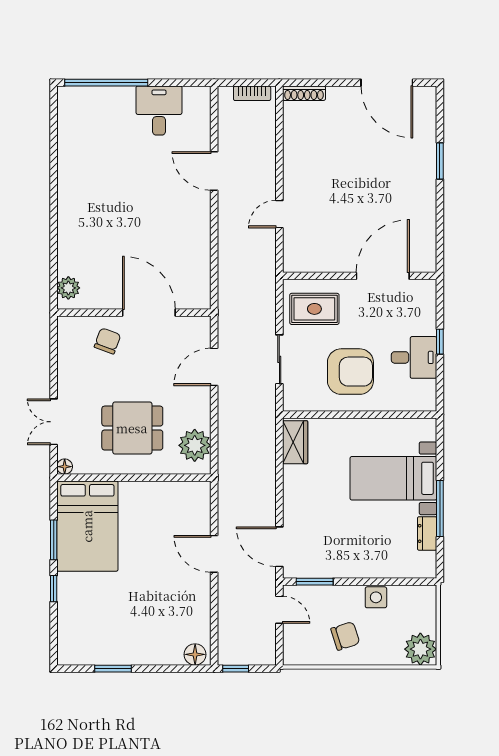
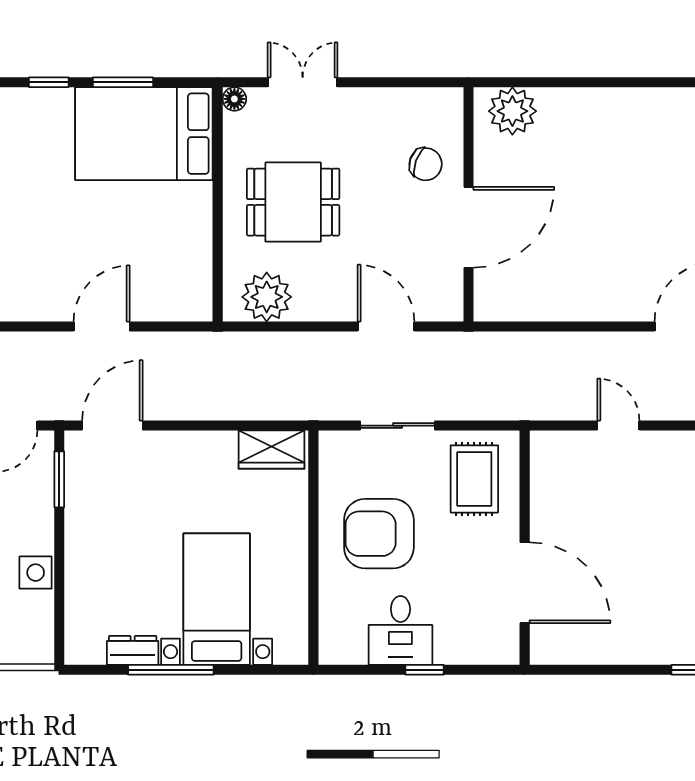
plant: (68, 288) -> (512, 111), width x1.36, depth x1.36
armchair: (350, 372) -> (379, 534), turned 90
dining table: (132, 428) -> (293, 202), turned 90

